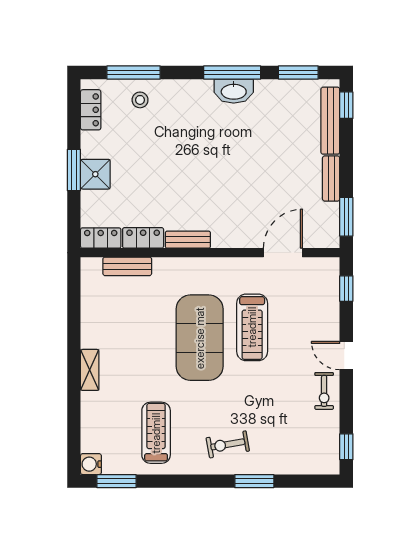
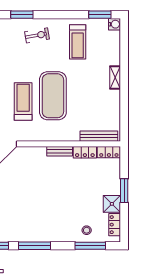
washbasin: (234, 91) -> (34, 235), removed
shower: (95, 174) -> (112, 204), moved
bench: (127, 266) -> (99, 136), width x1.36

